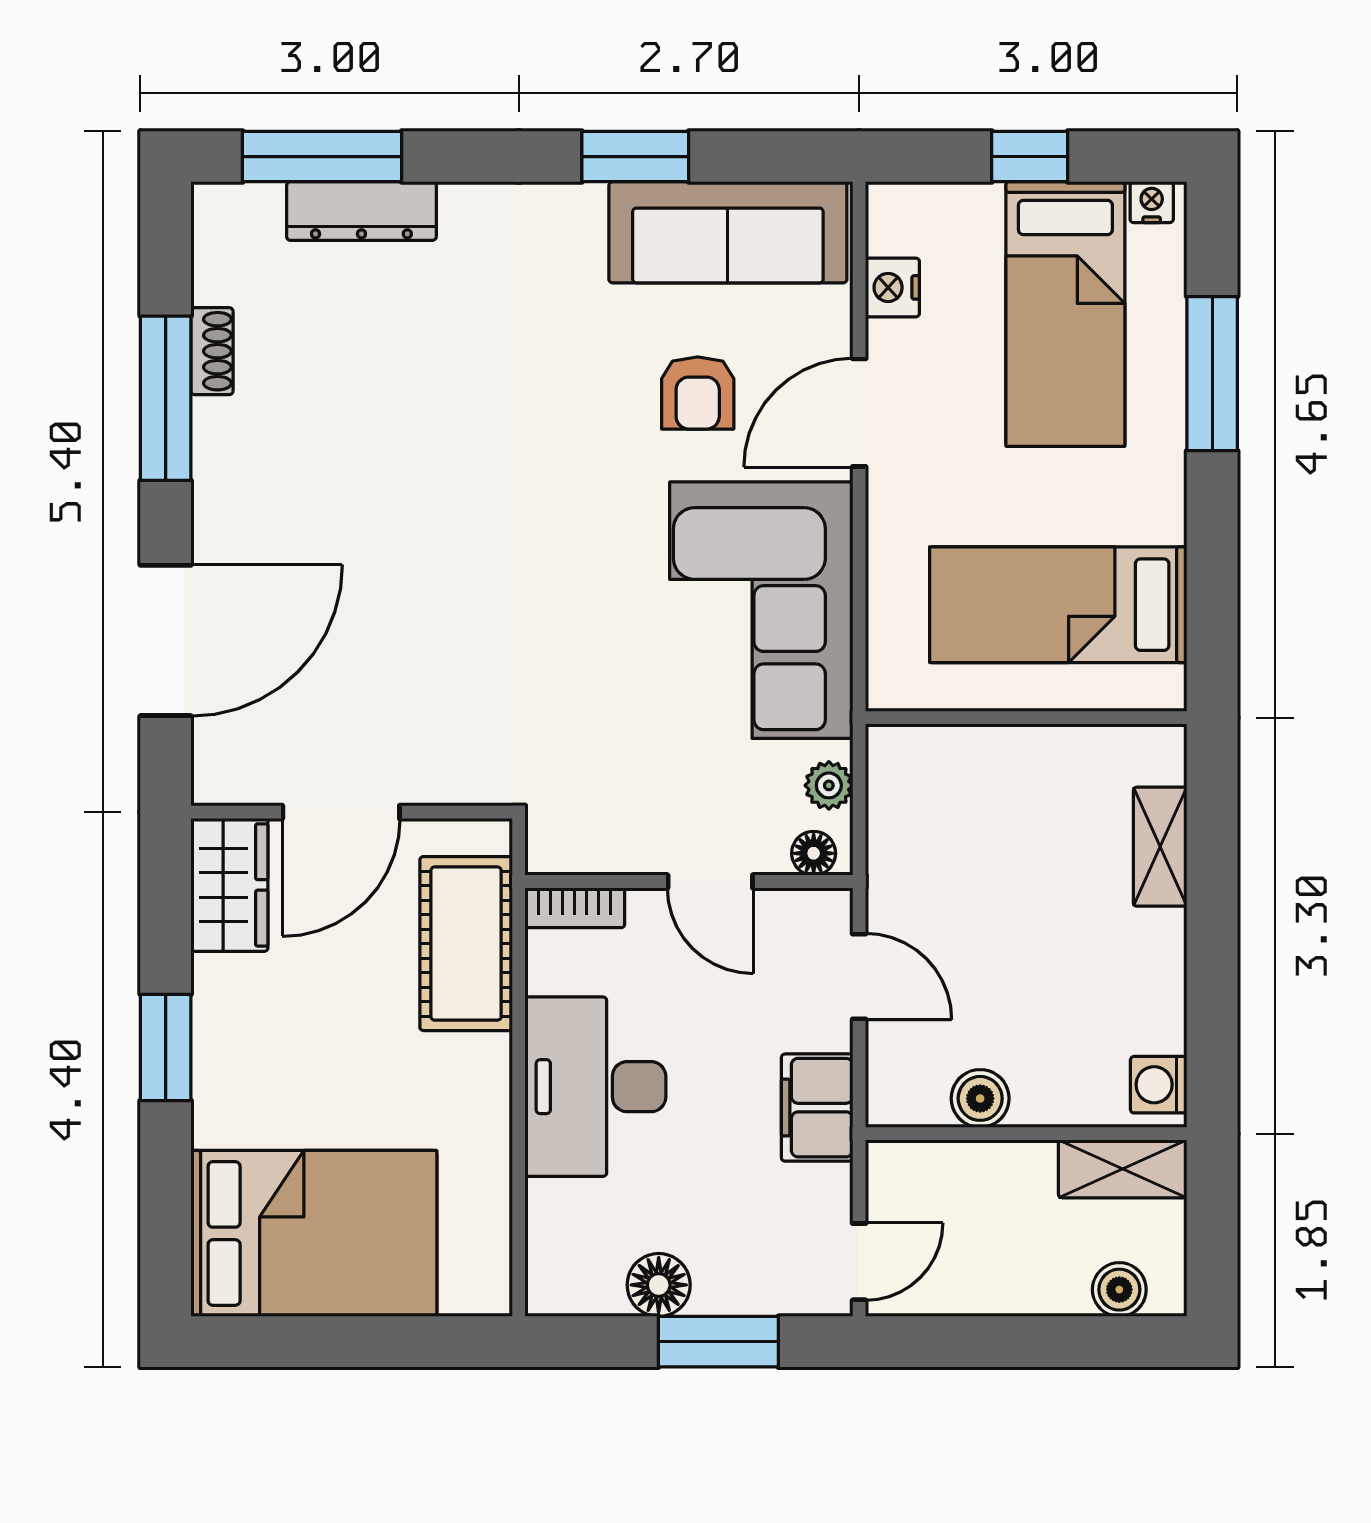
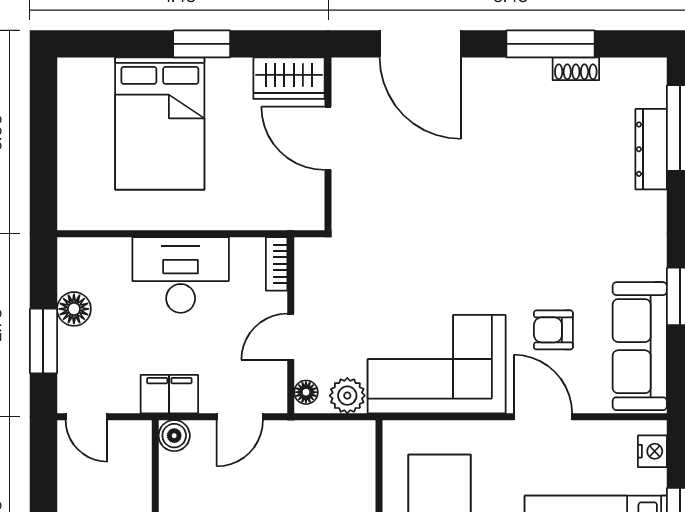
nightstand: (892, 287) -> (652, 451), moved, turned 90
plant: (829, 785) -> (347, 396), width x1.38, depth x1.38
cot: (466, 944) -> (257, 205), removed
boiler: (980, 1098) -> (174, 436), moved
bed: (314, 1233) -> (160, 124), moved

